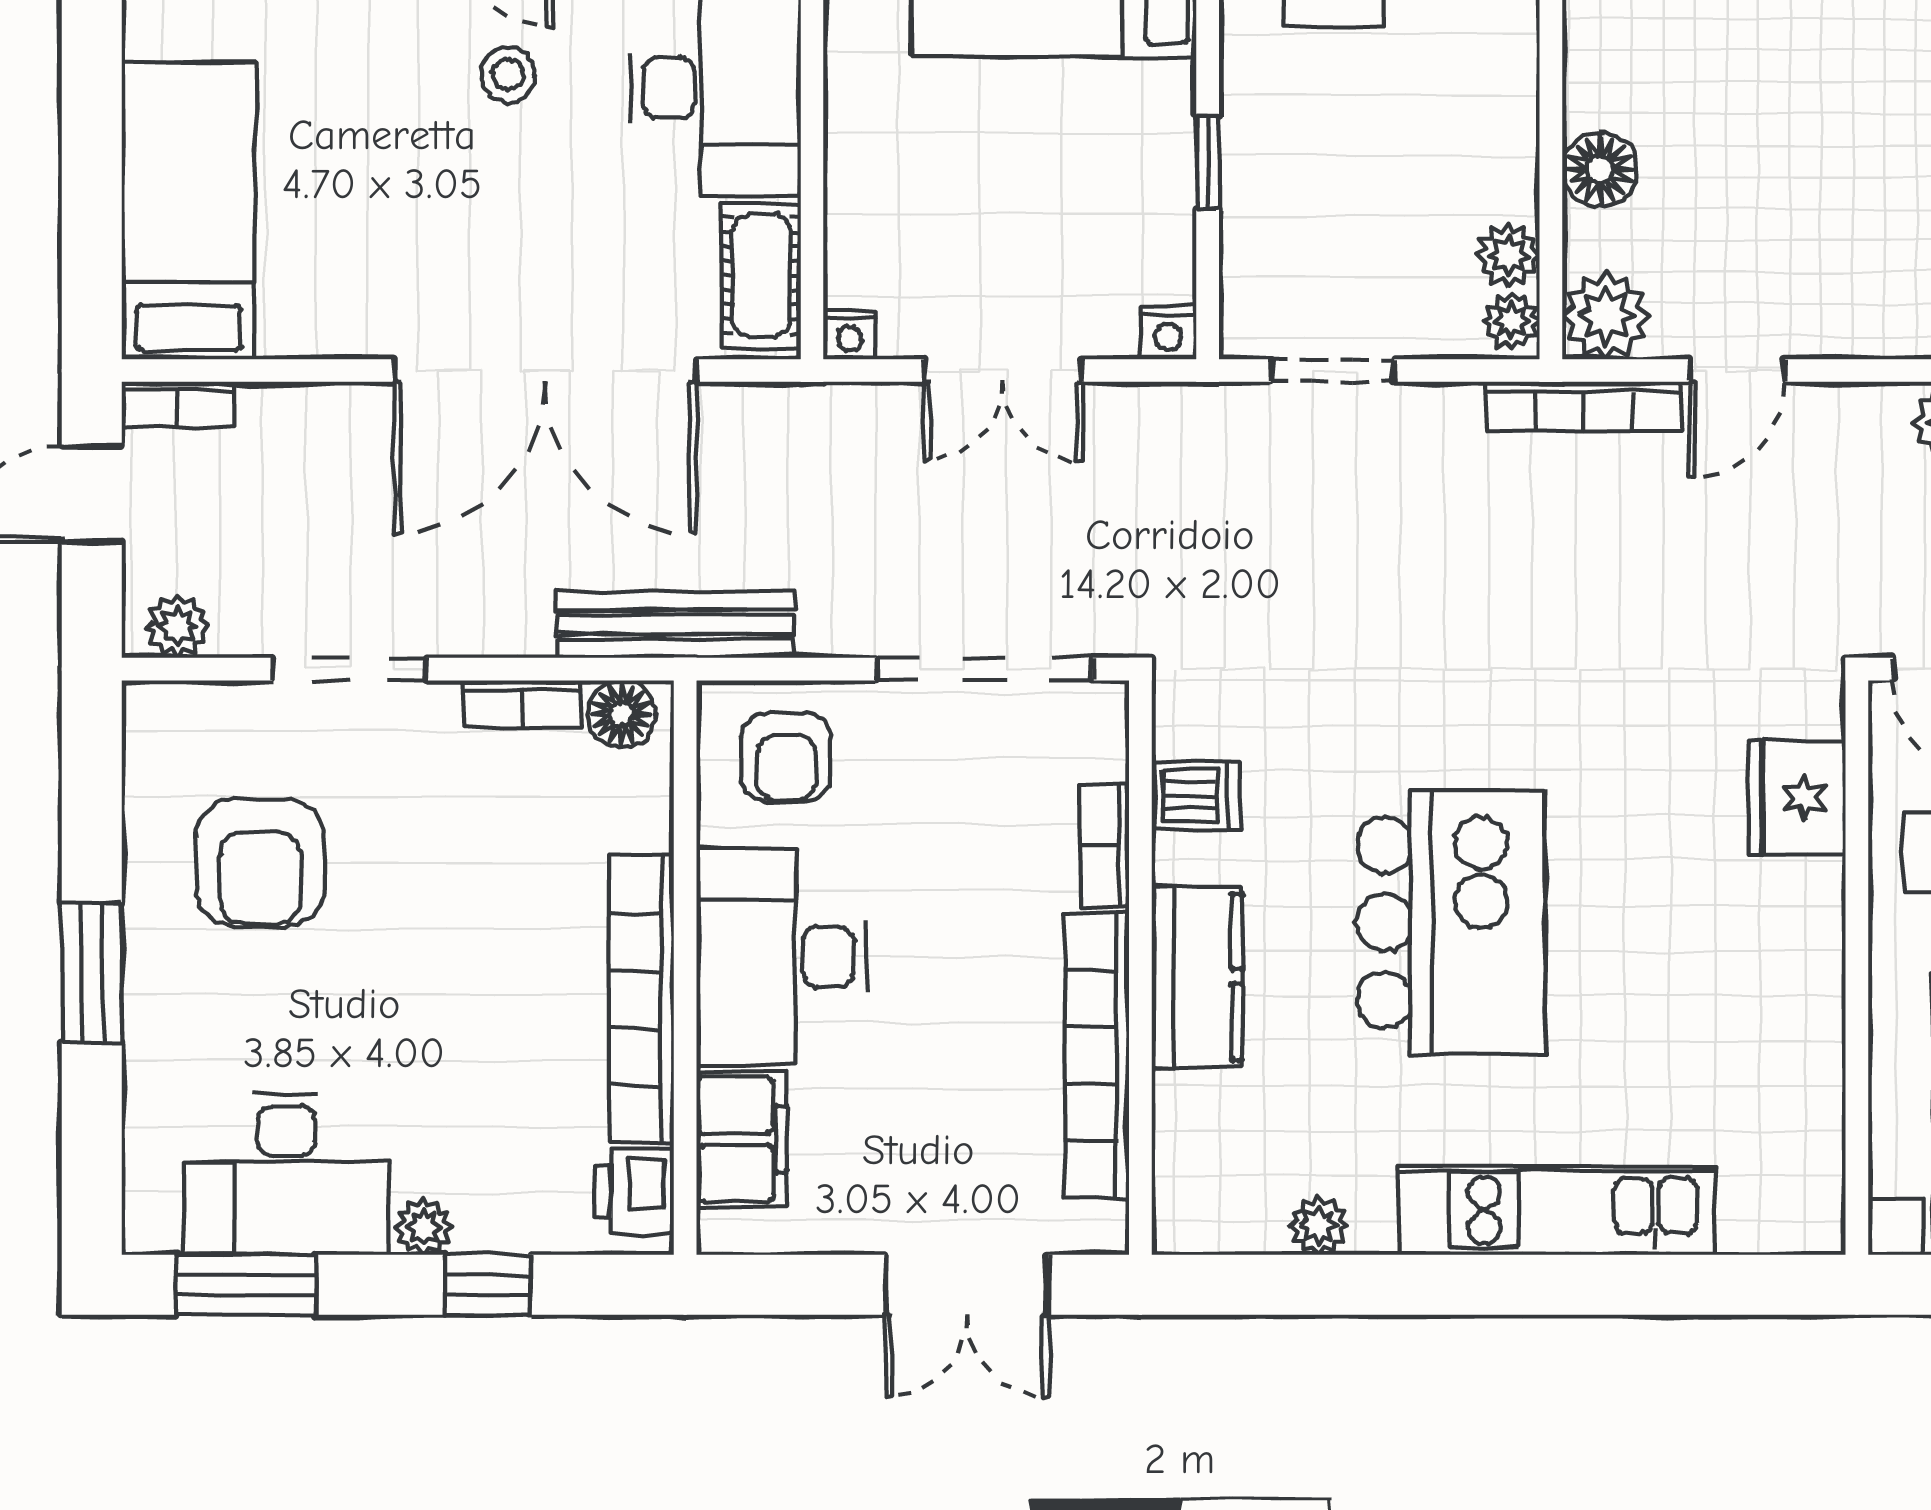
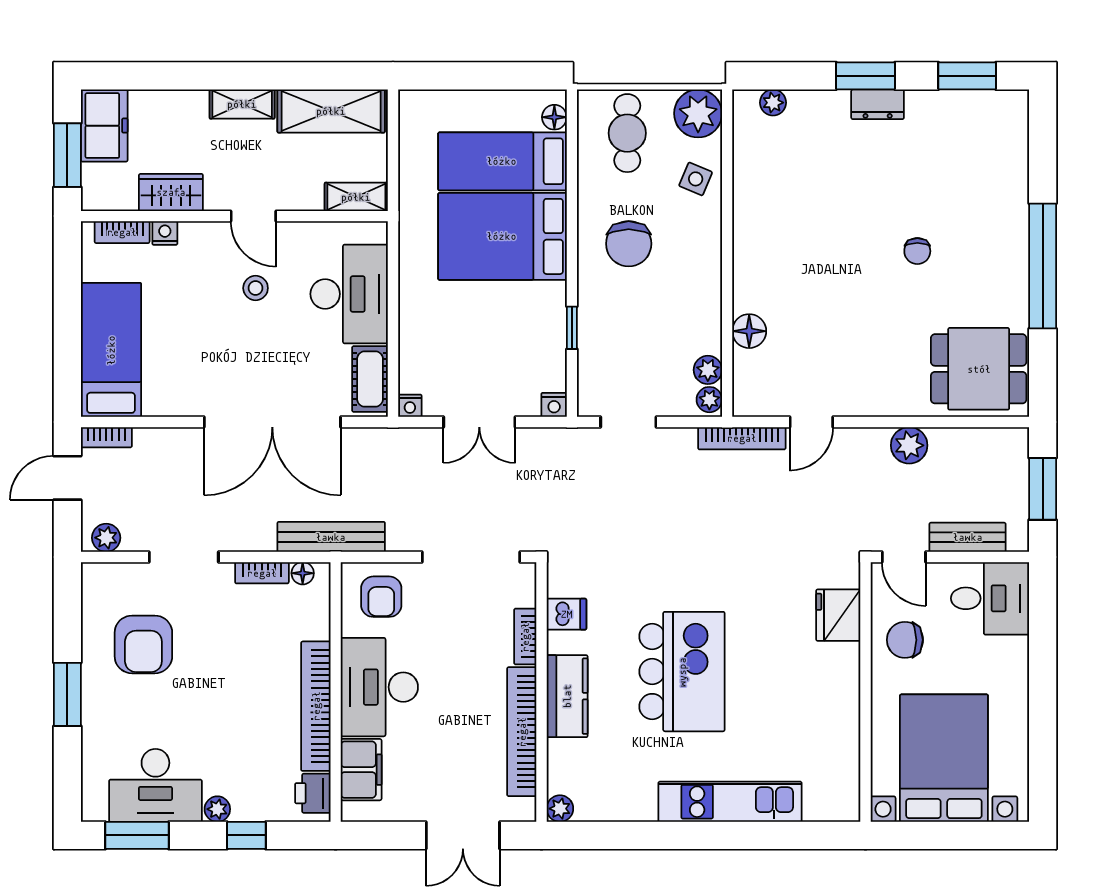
plant: (1606, 316) -> (752, 397), removed
floor lamp: (621, 714) -> (303, 573), width x0.73, depth x0.73
plant: (1318, 1226) -> (560, 809), moved

